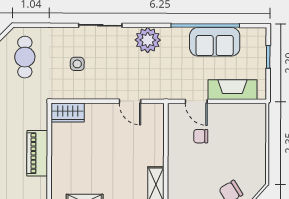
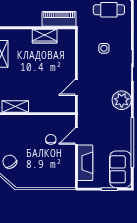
sofa: (215, 42) -> (120, 169), moved
wardrobe: (68, 113) -> (45, 36), moved, turned -90
piano: (37, 153) -> (59, 19), moved

